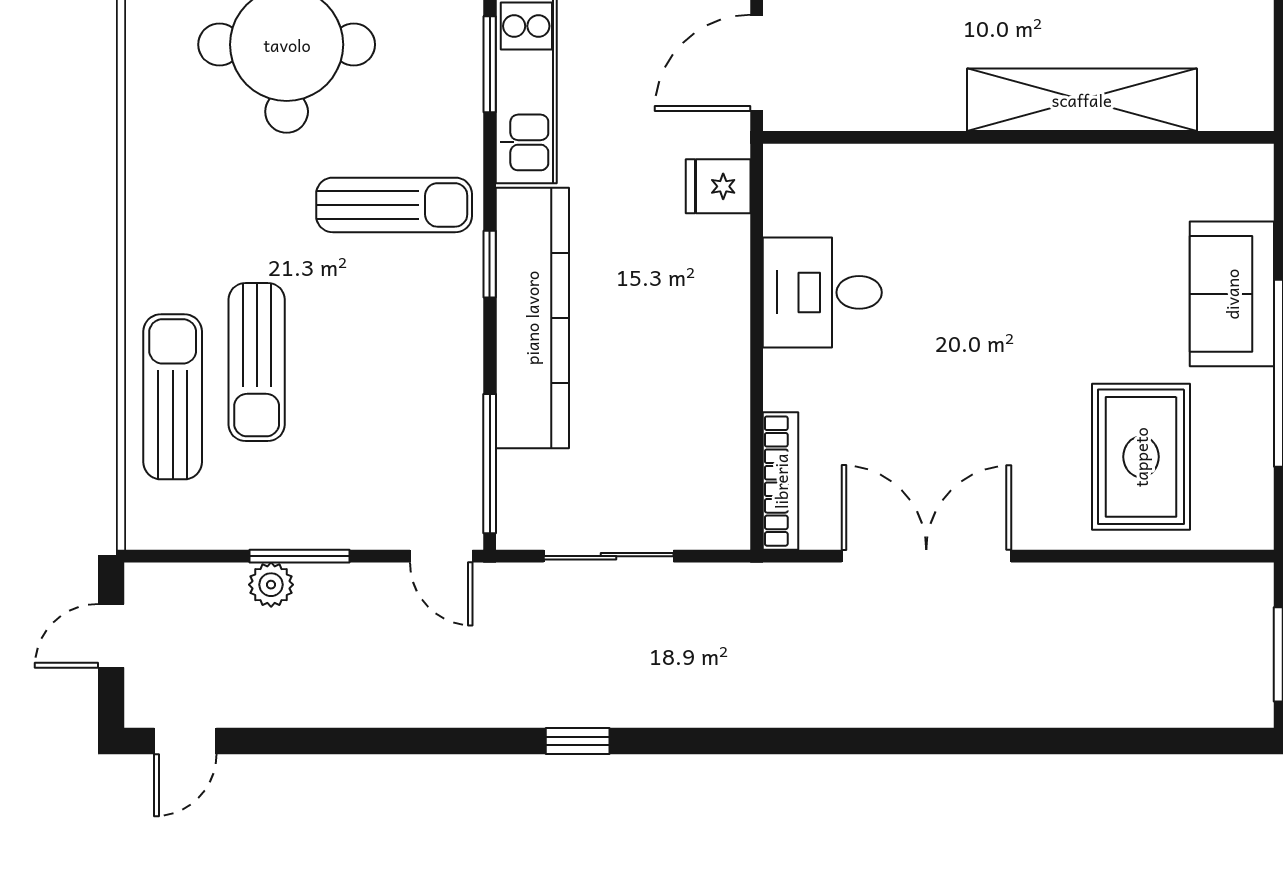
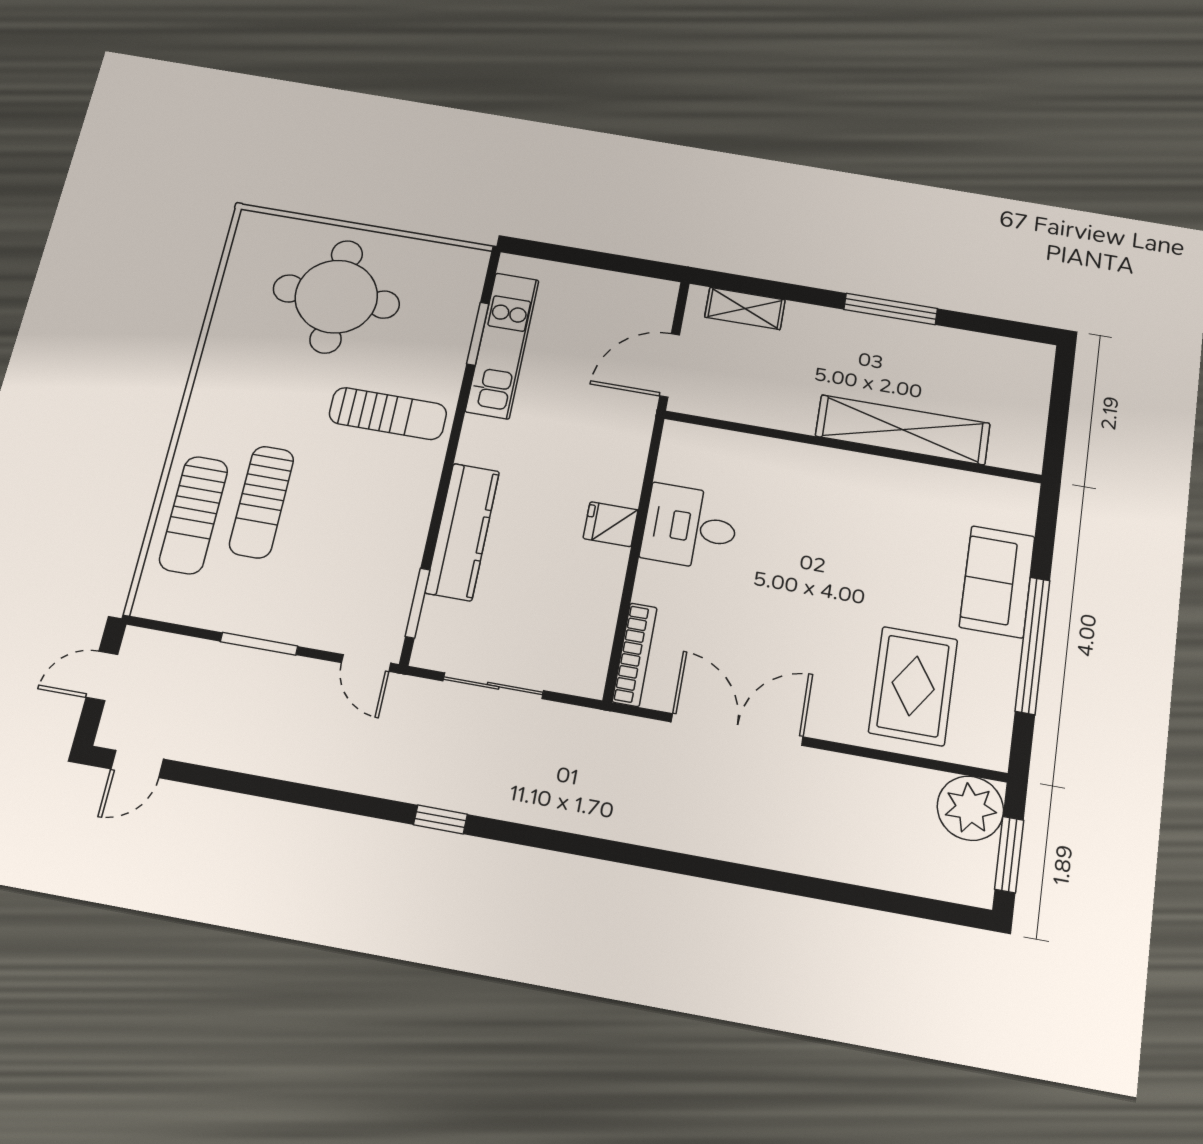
fridge: (718, 186) -> (611, 524), moved
window: (490, 264) -> (448, 465), removed
kitchen counter: (532, 318) -> (462, 532), width x0.72, depth x0.86
sun lounger: (173, 397) -> (194, 515), turned 180
window: (490, 464) -> (418, 603), width x0.69
plant: (271, 585) -> (970, 808), moved, width x1.87, depth x1.87

